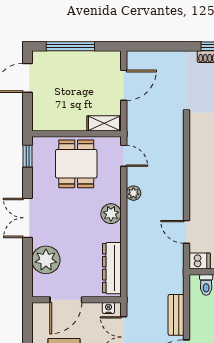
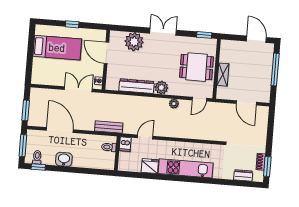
shelving: (104, 123) -> (223, 75), moved
dresser: (112, 268) -> (137, 86), moved
bench: (176, 315) -> (109, 127), moved

